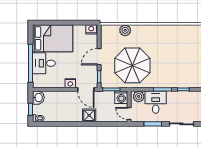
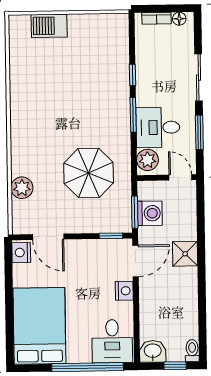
door: (99, 57) -> (48, 237), moved
desk: (44, 63) -> (112, 341), moved
parasol: (132, 65) -> (89, 173), width x0.73, depth x0.73
washing machine: (121, 97) -> (150, 213), moved
door: (129, 114) -> (180, 177), swing flipped

